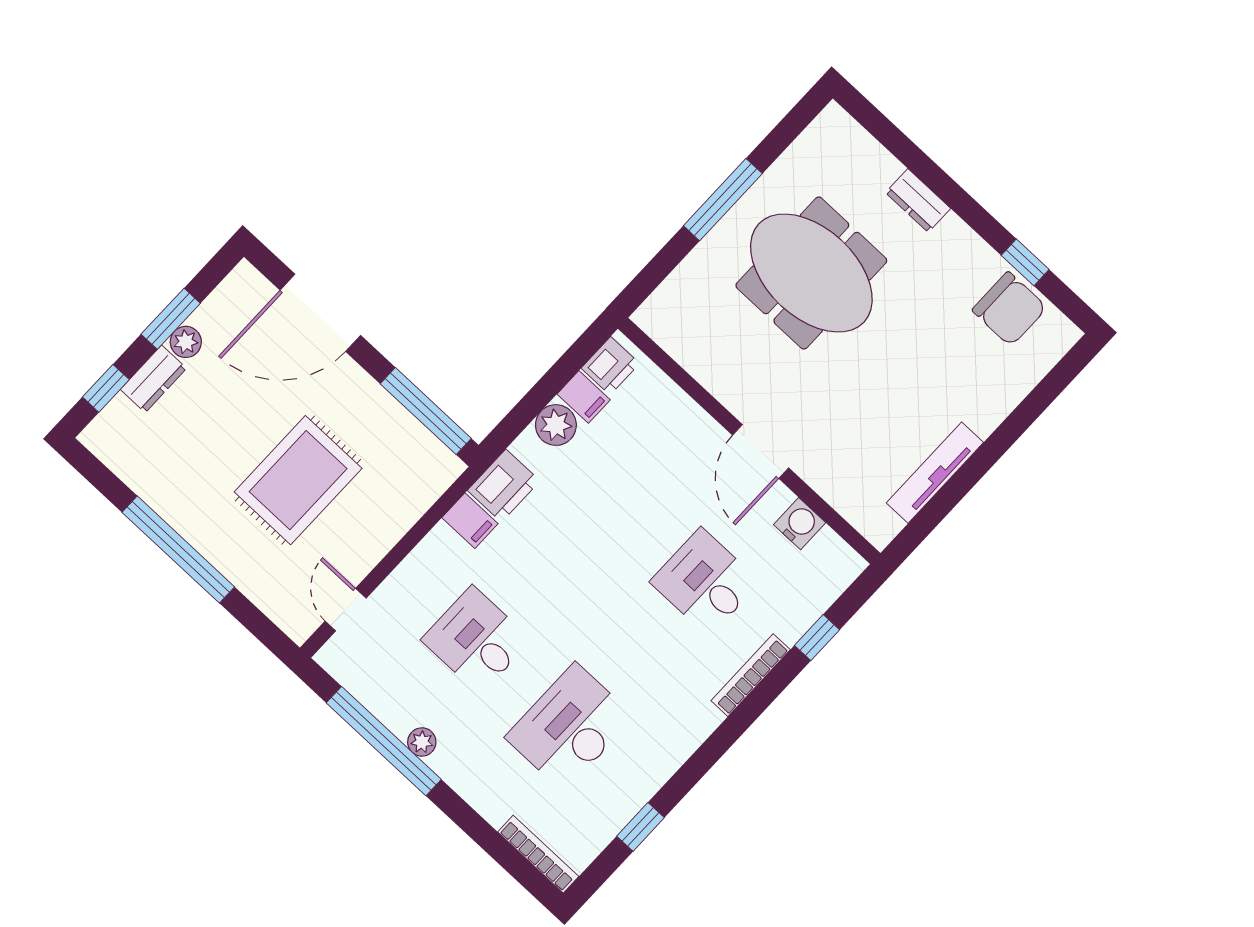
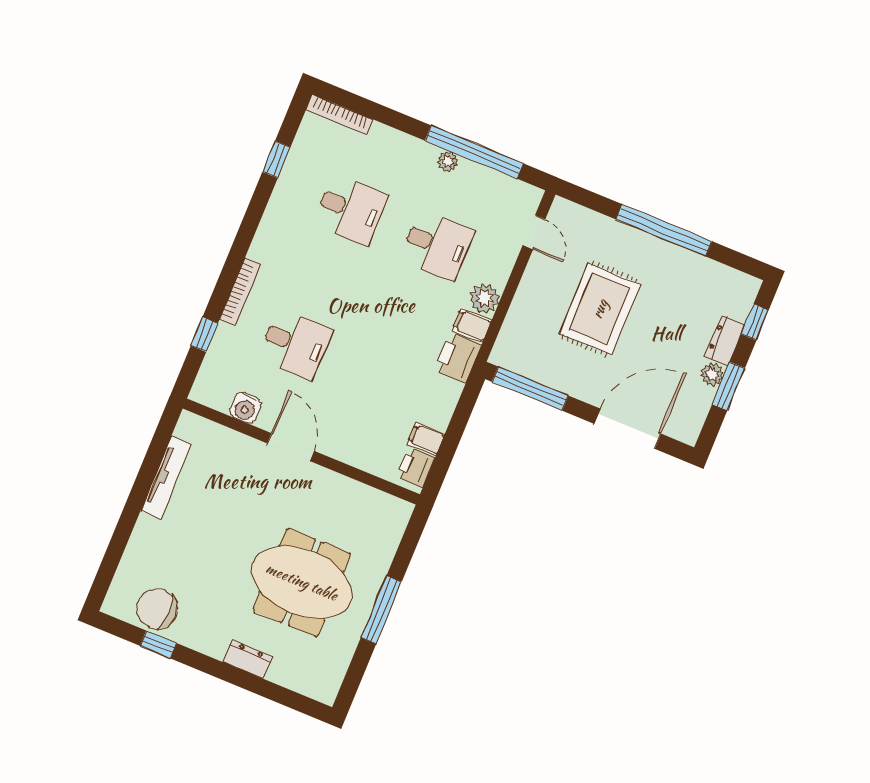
plant: (556, 425) -> (485, 298), moved
desk: (570, 727) -> (351, 209), width x0.73

